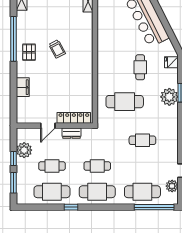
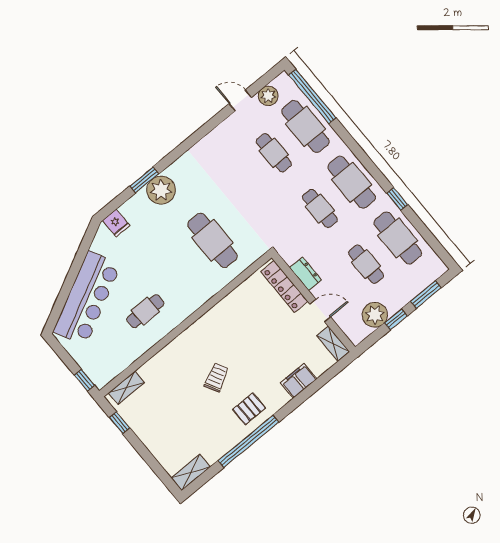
cafe table: (140, 67) -> (145, 311), moved
shelving: (27, 119) -> (333, 344), added
cafe table: (142, 140) -> (274, 153), moved

